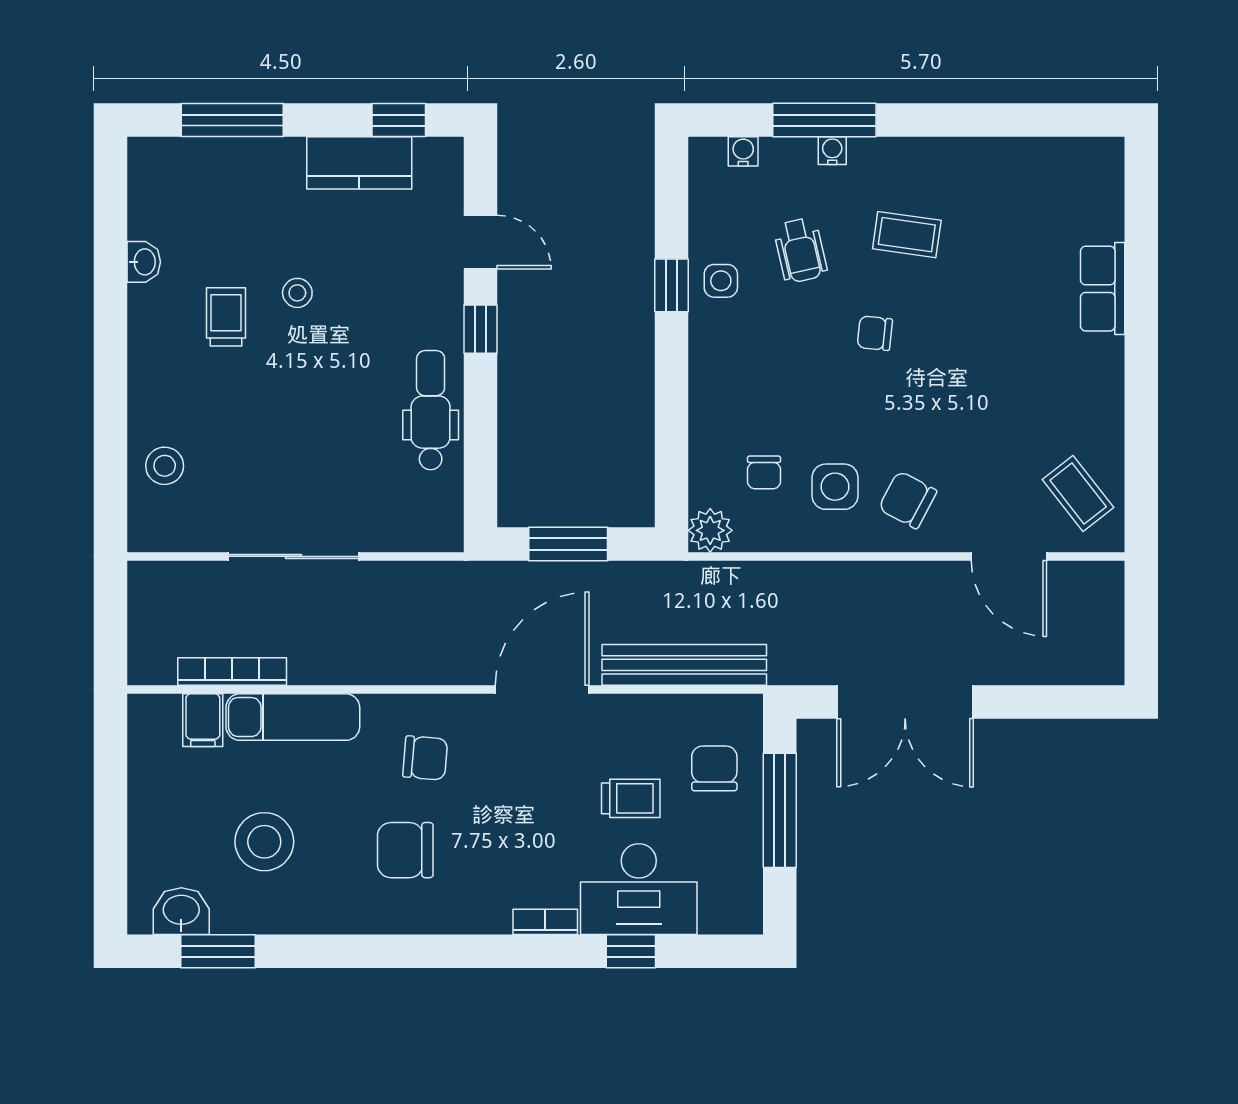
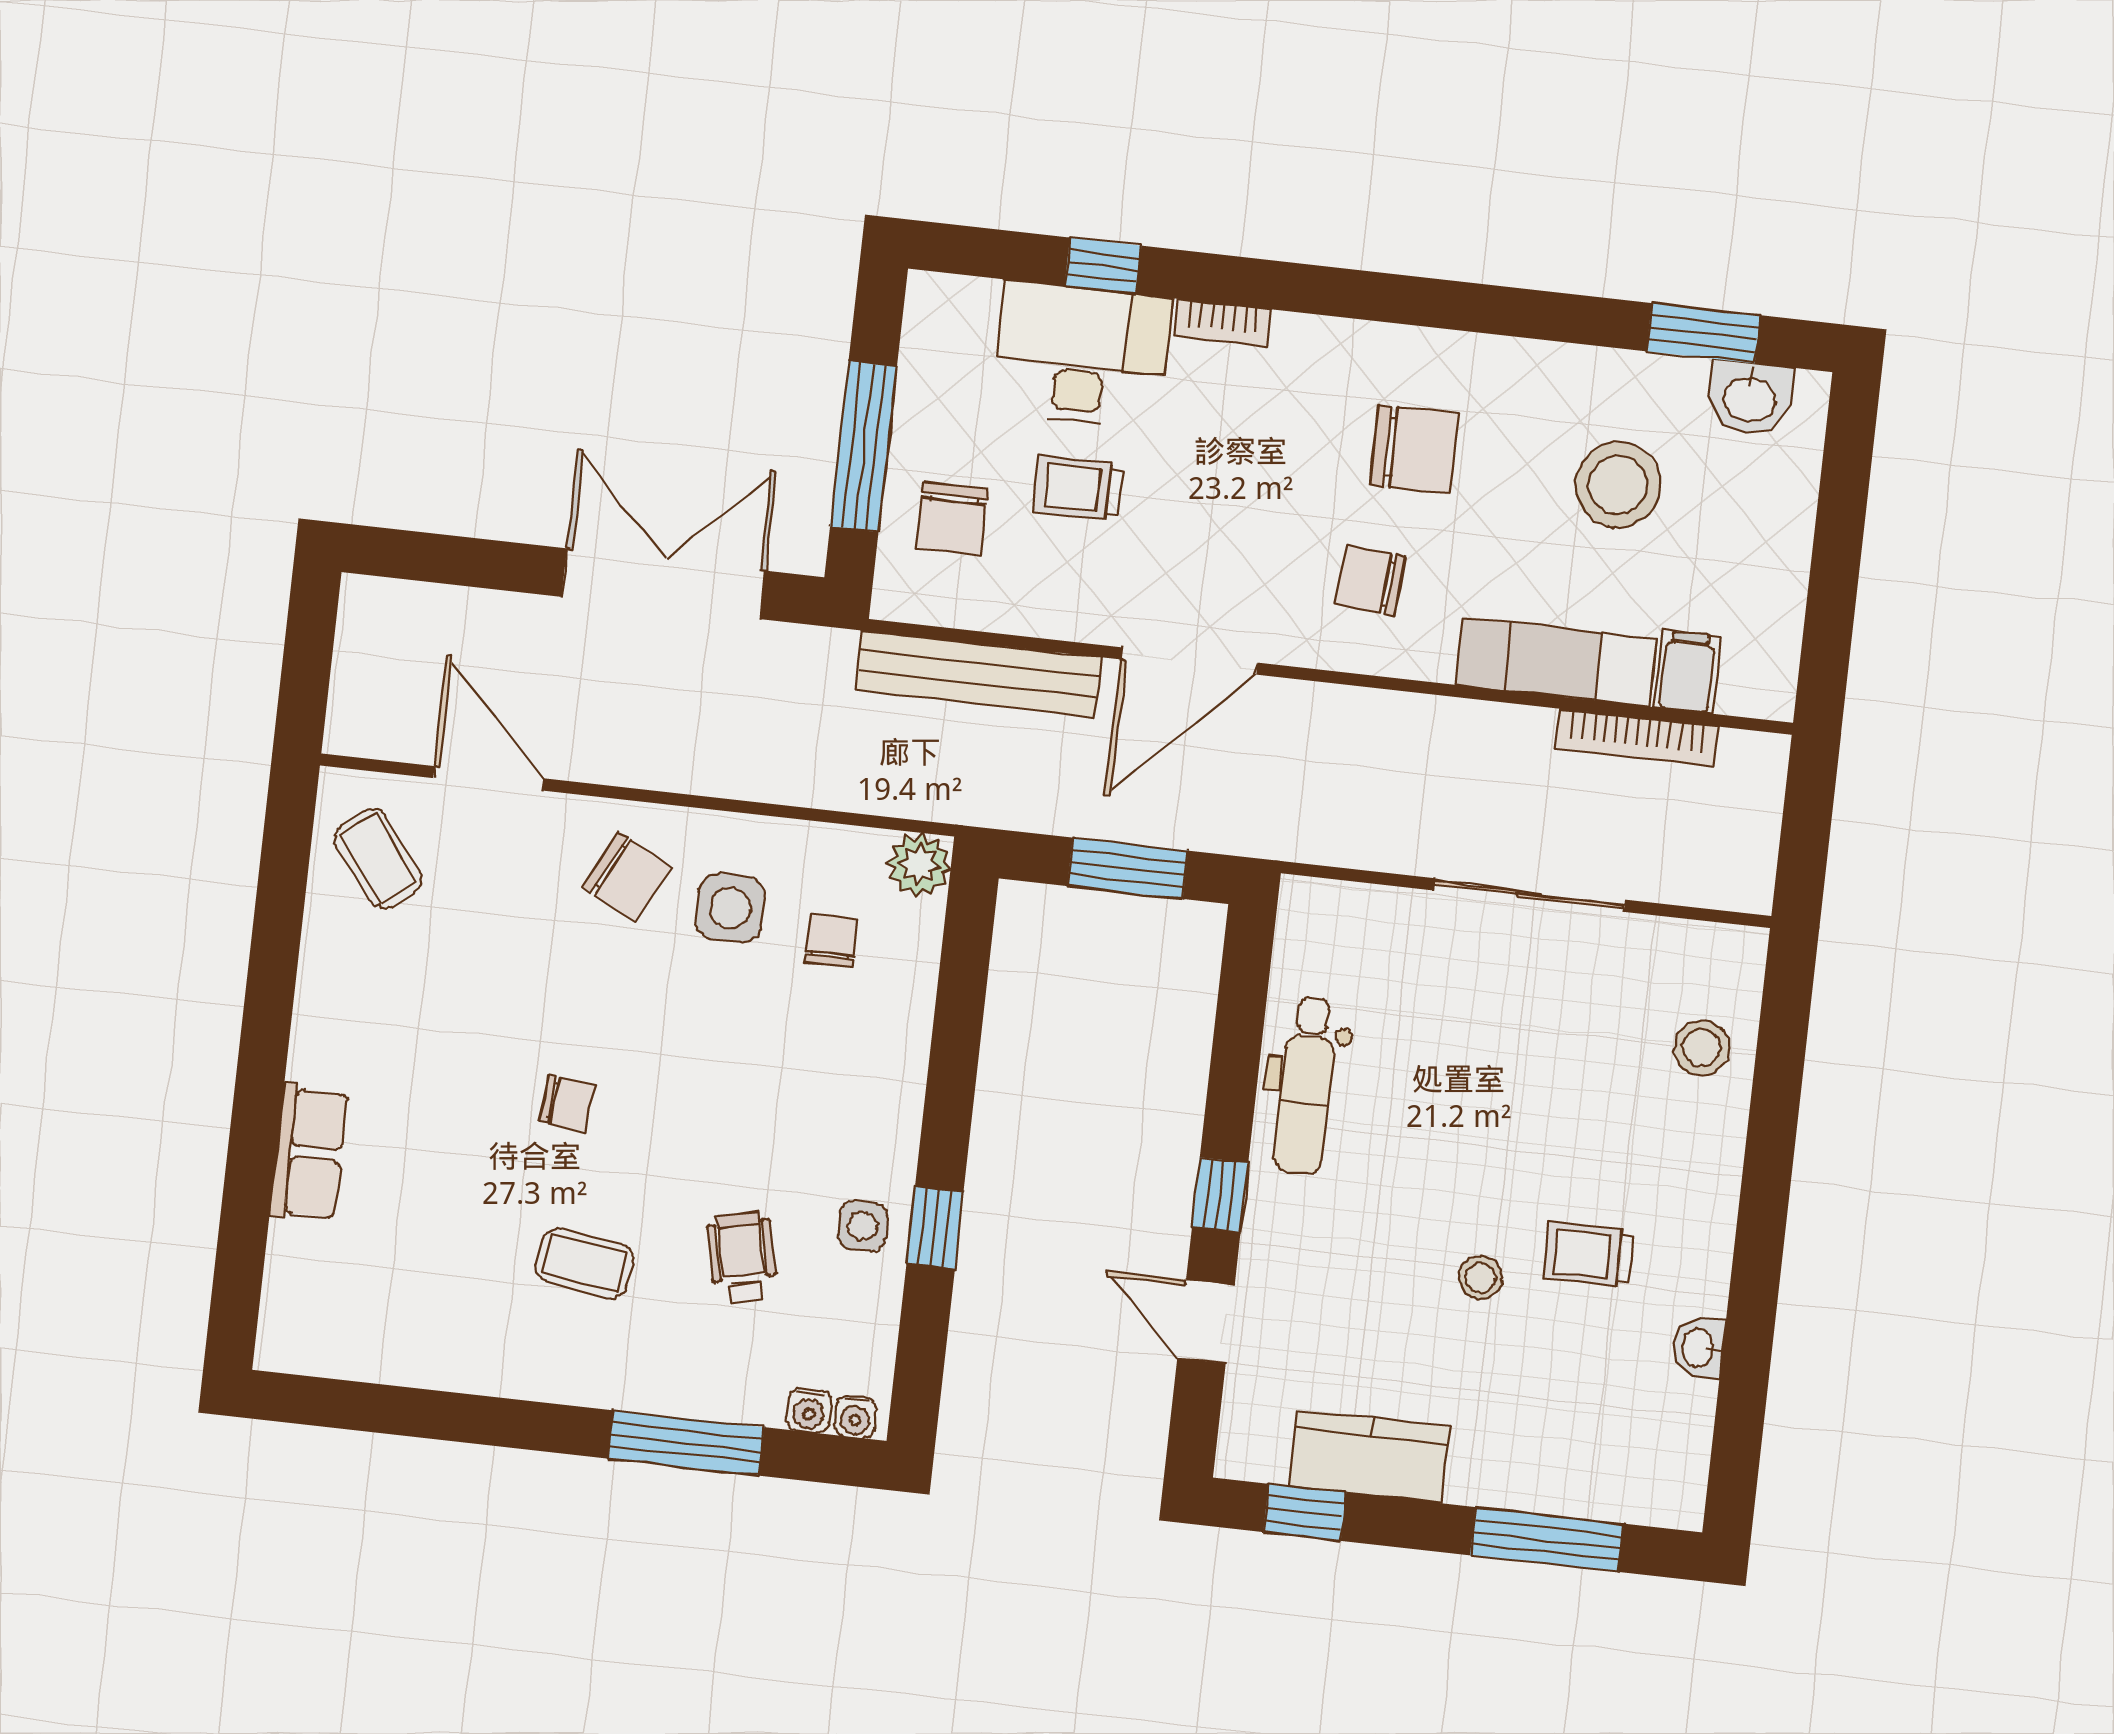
water cooler: (832, 151) -> (855, 1417), moved
trolley: (226, 317) -> (1588, 1254), turned 90
chair: (875, 333) -> (567, 1103), moved

